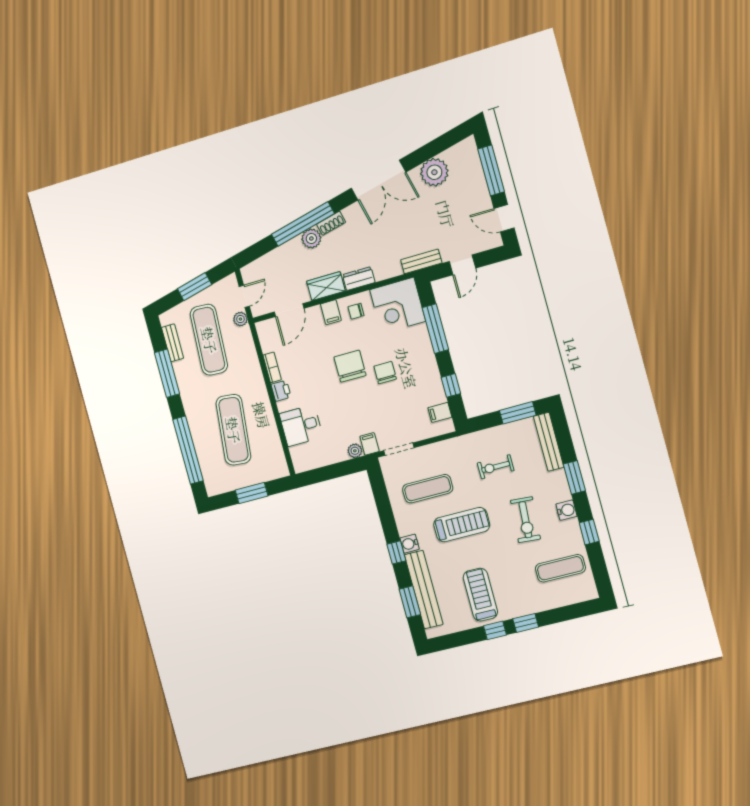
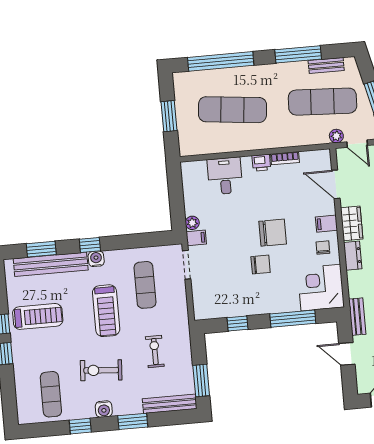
filing cabinet: (440, 412) -> (214, 309), removed

